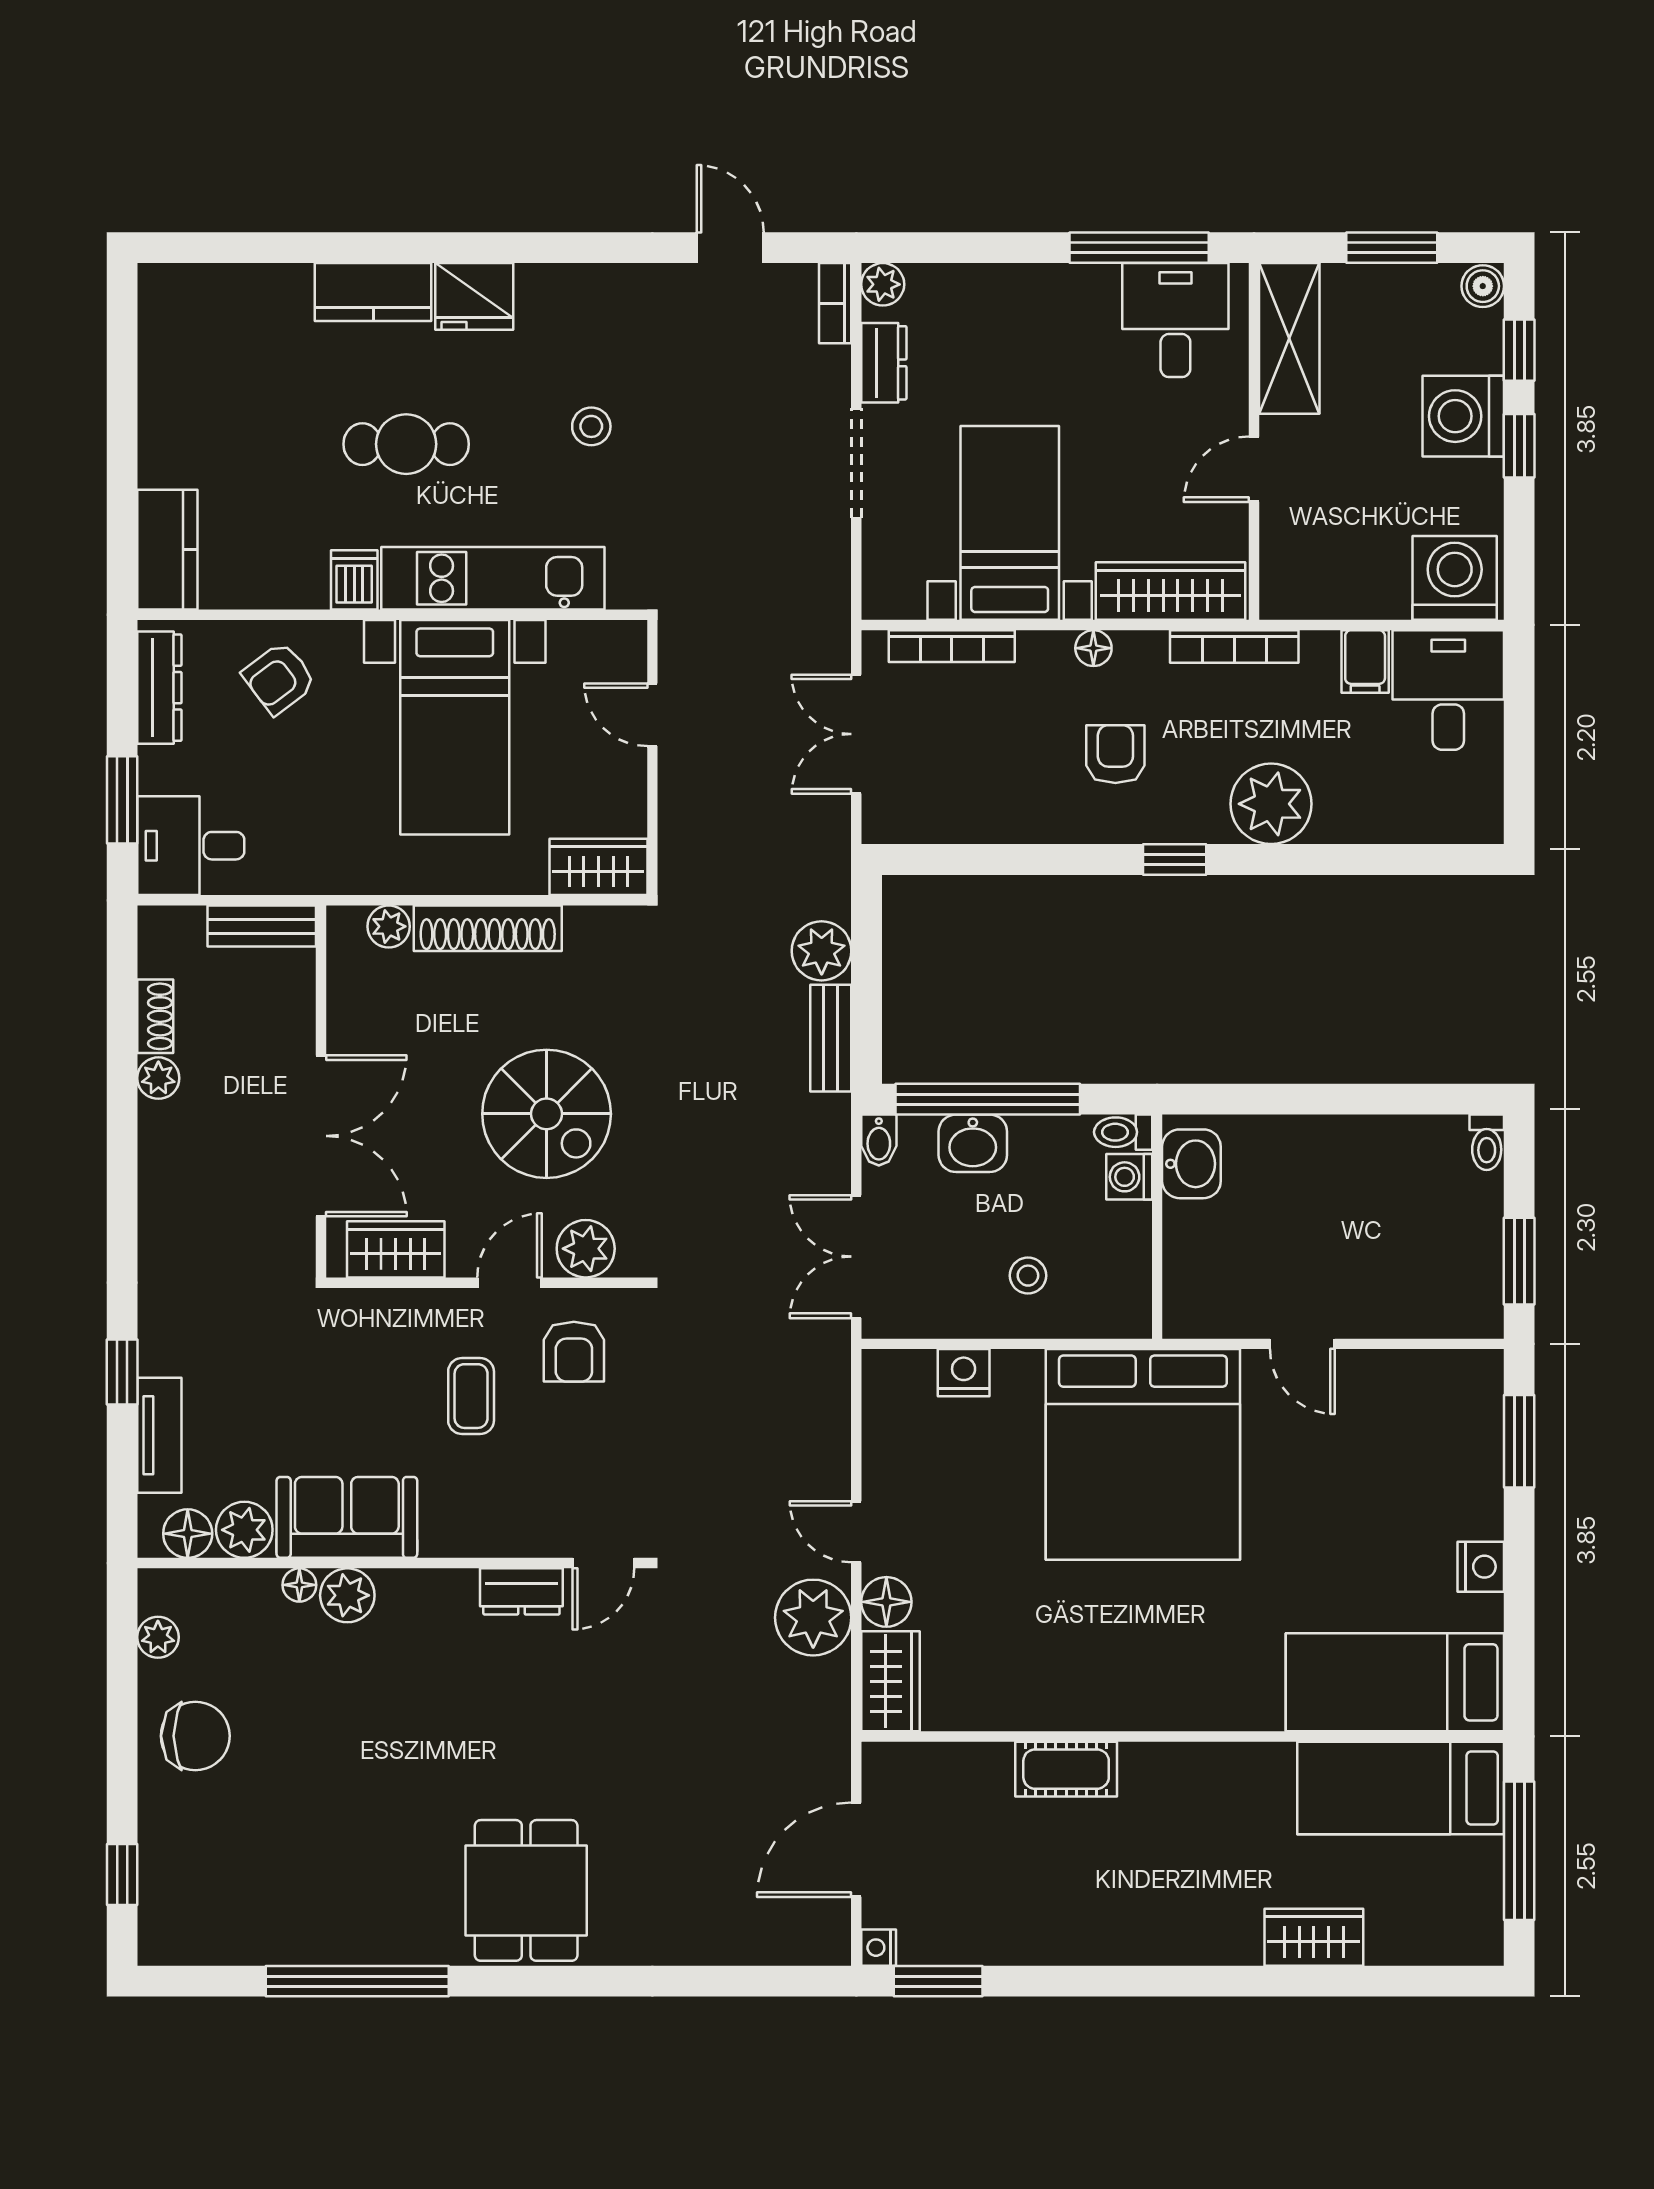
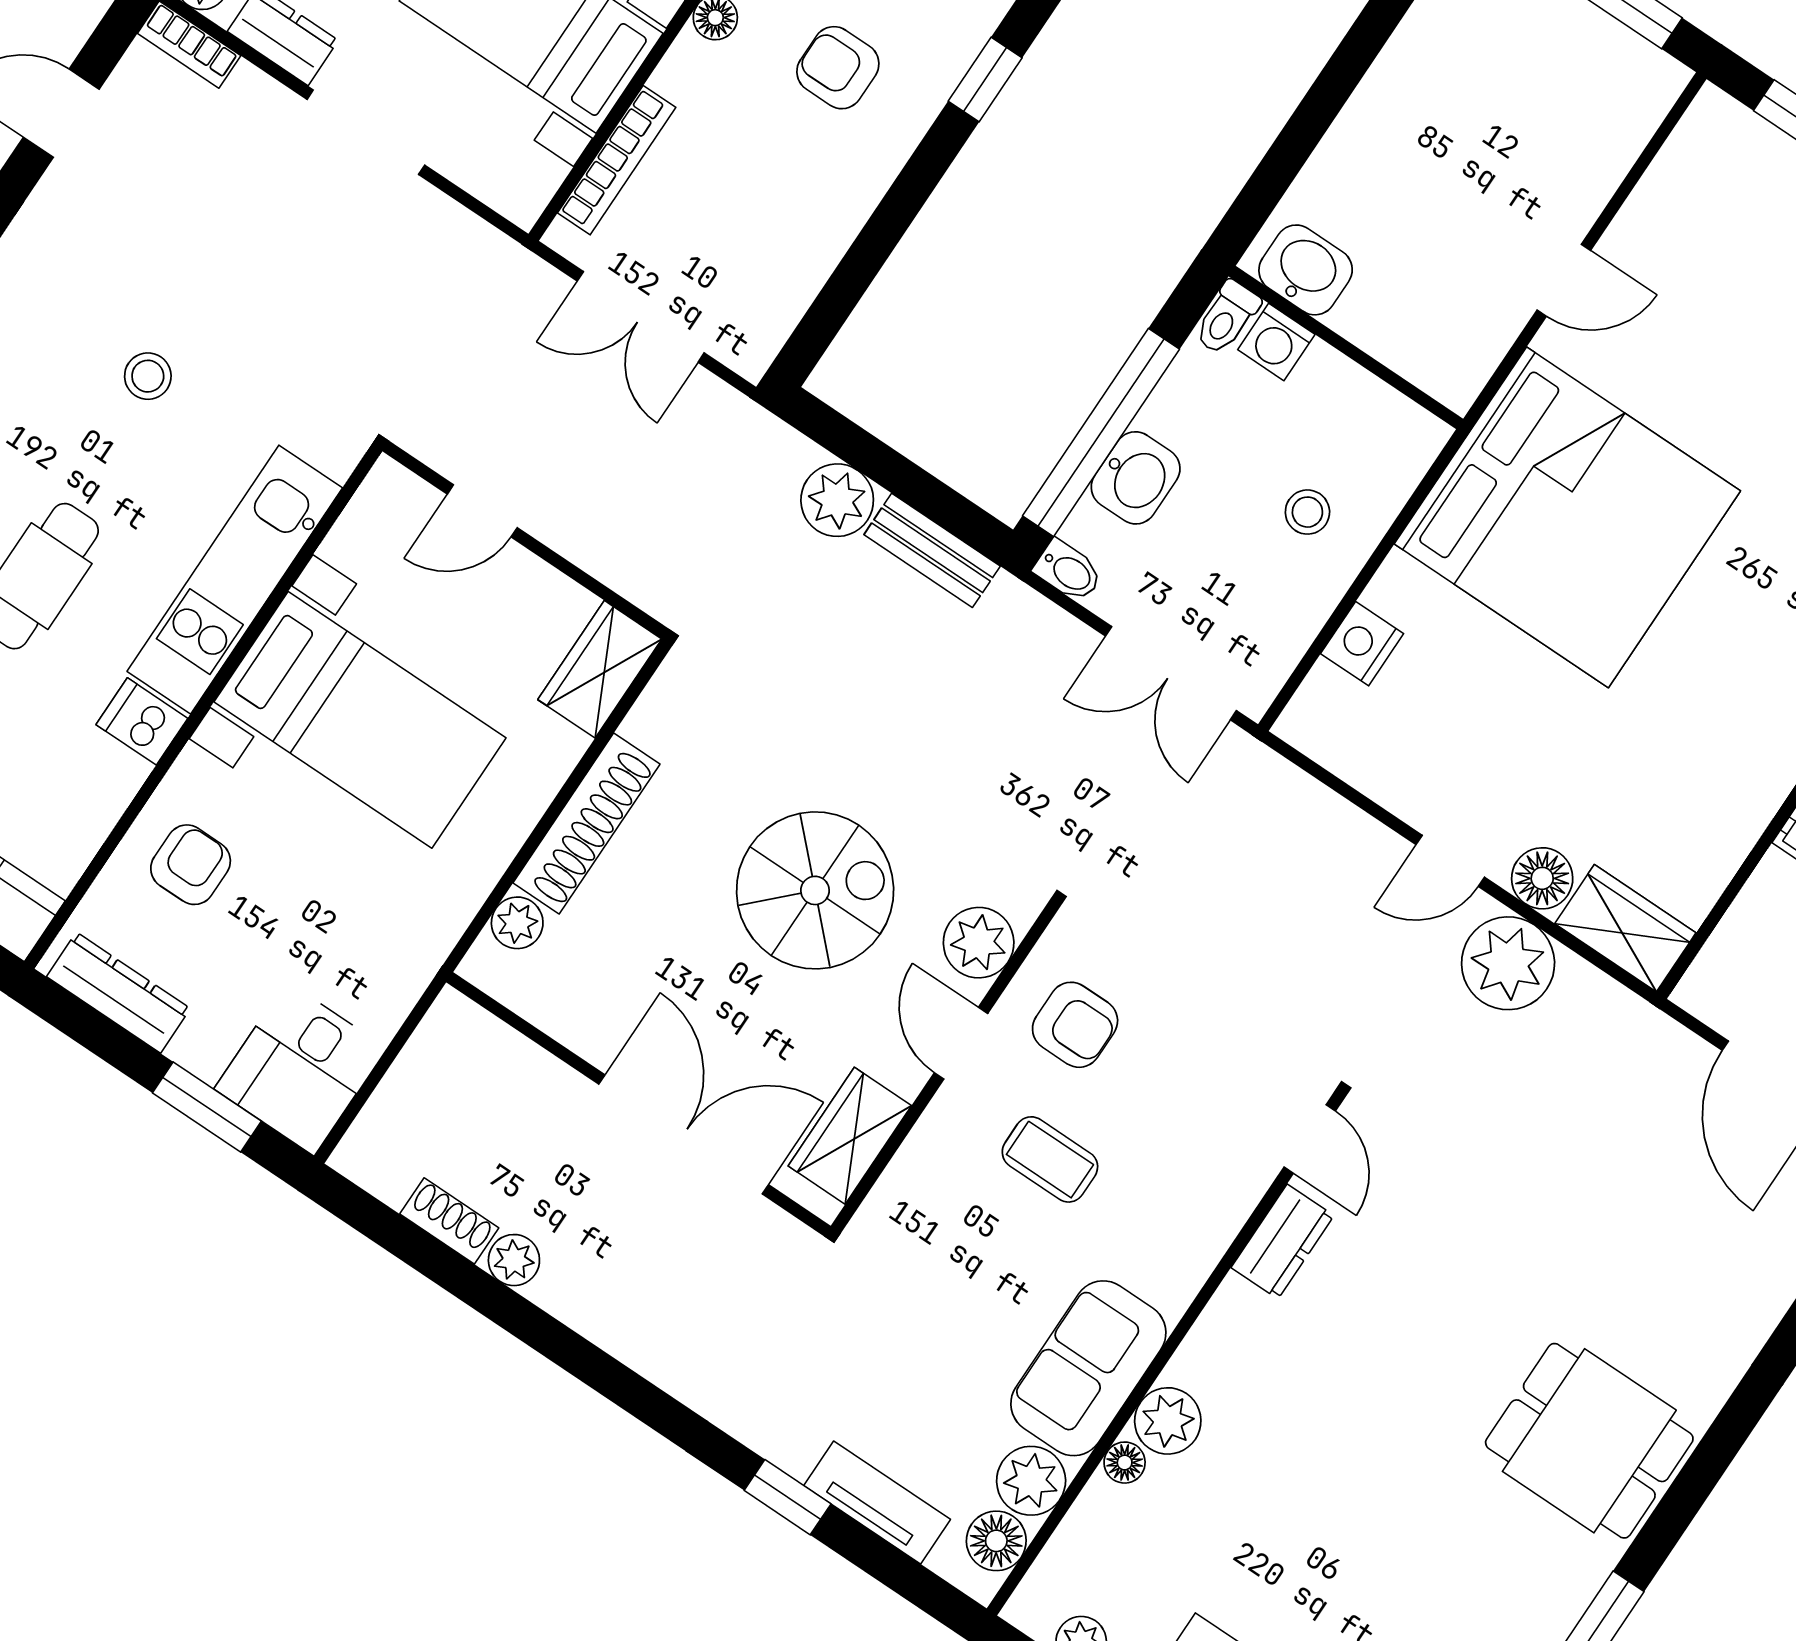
armchair: (279, 678) -> (191, 865), turned -143
bench: (262, 926) -> (430, 1051), removed

